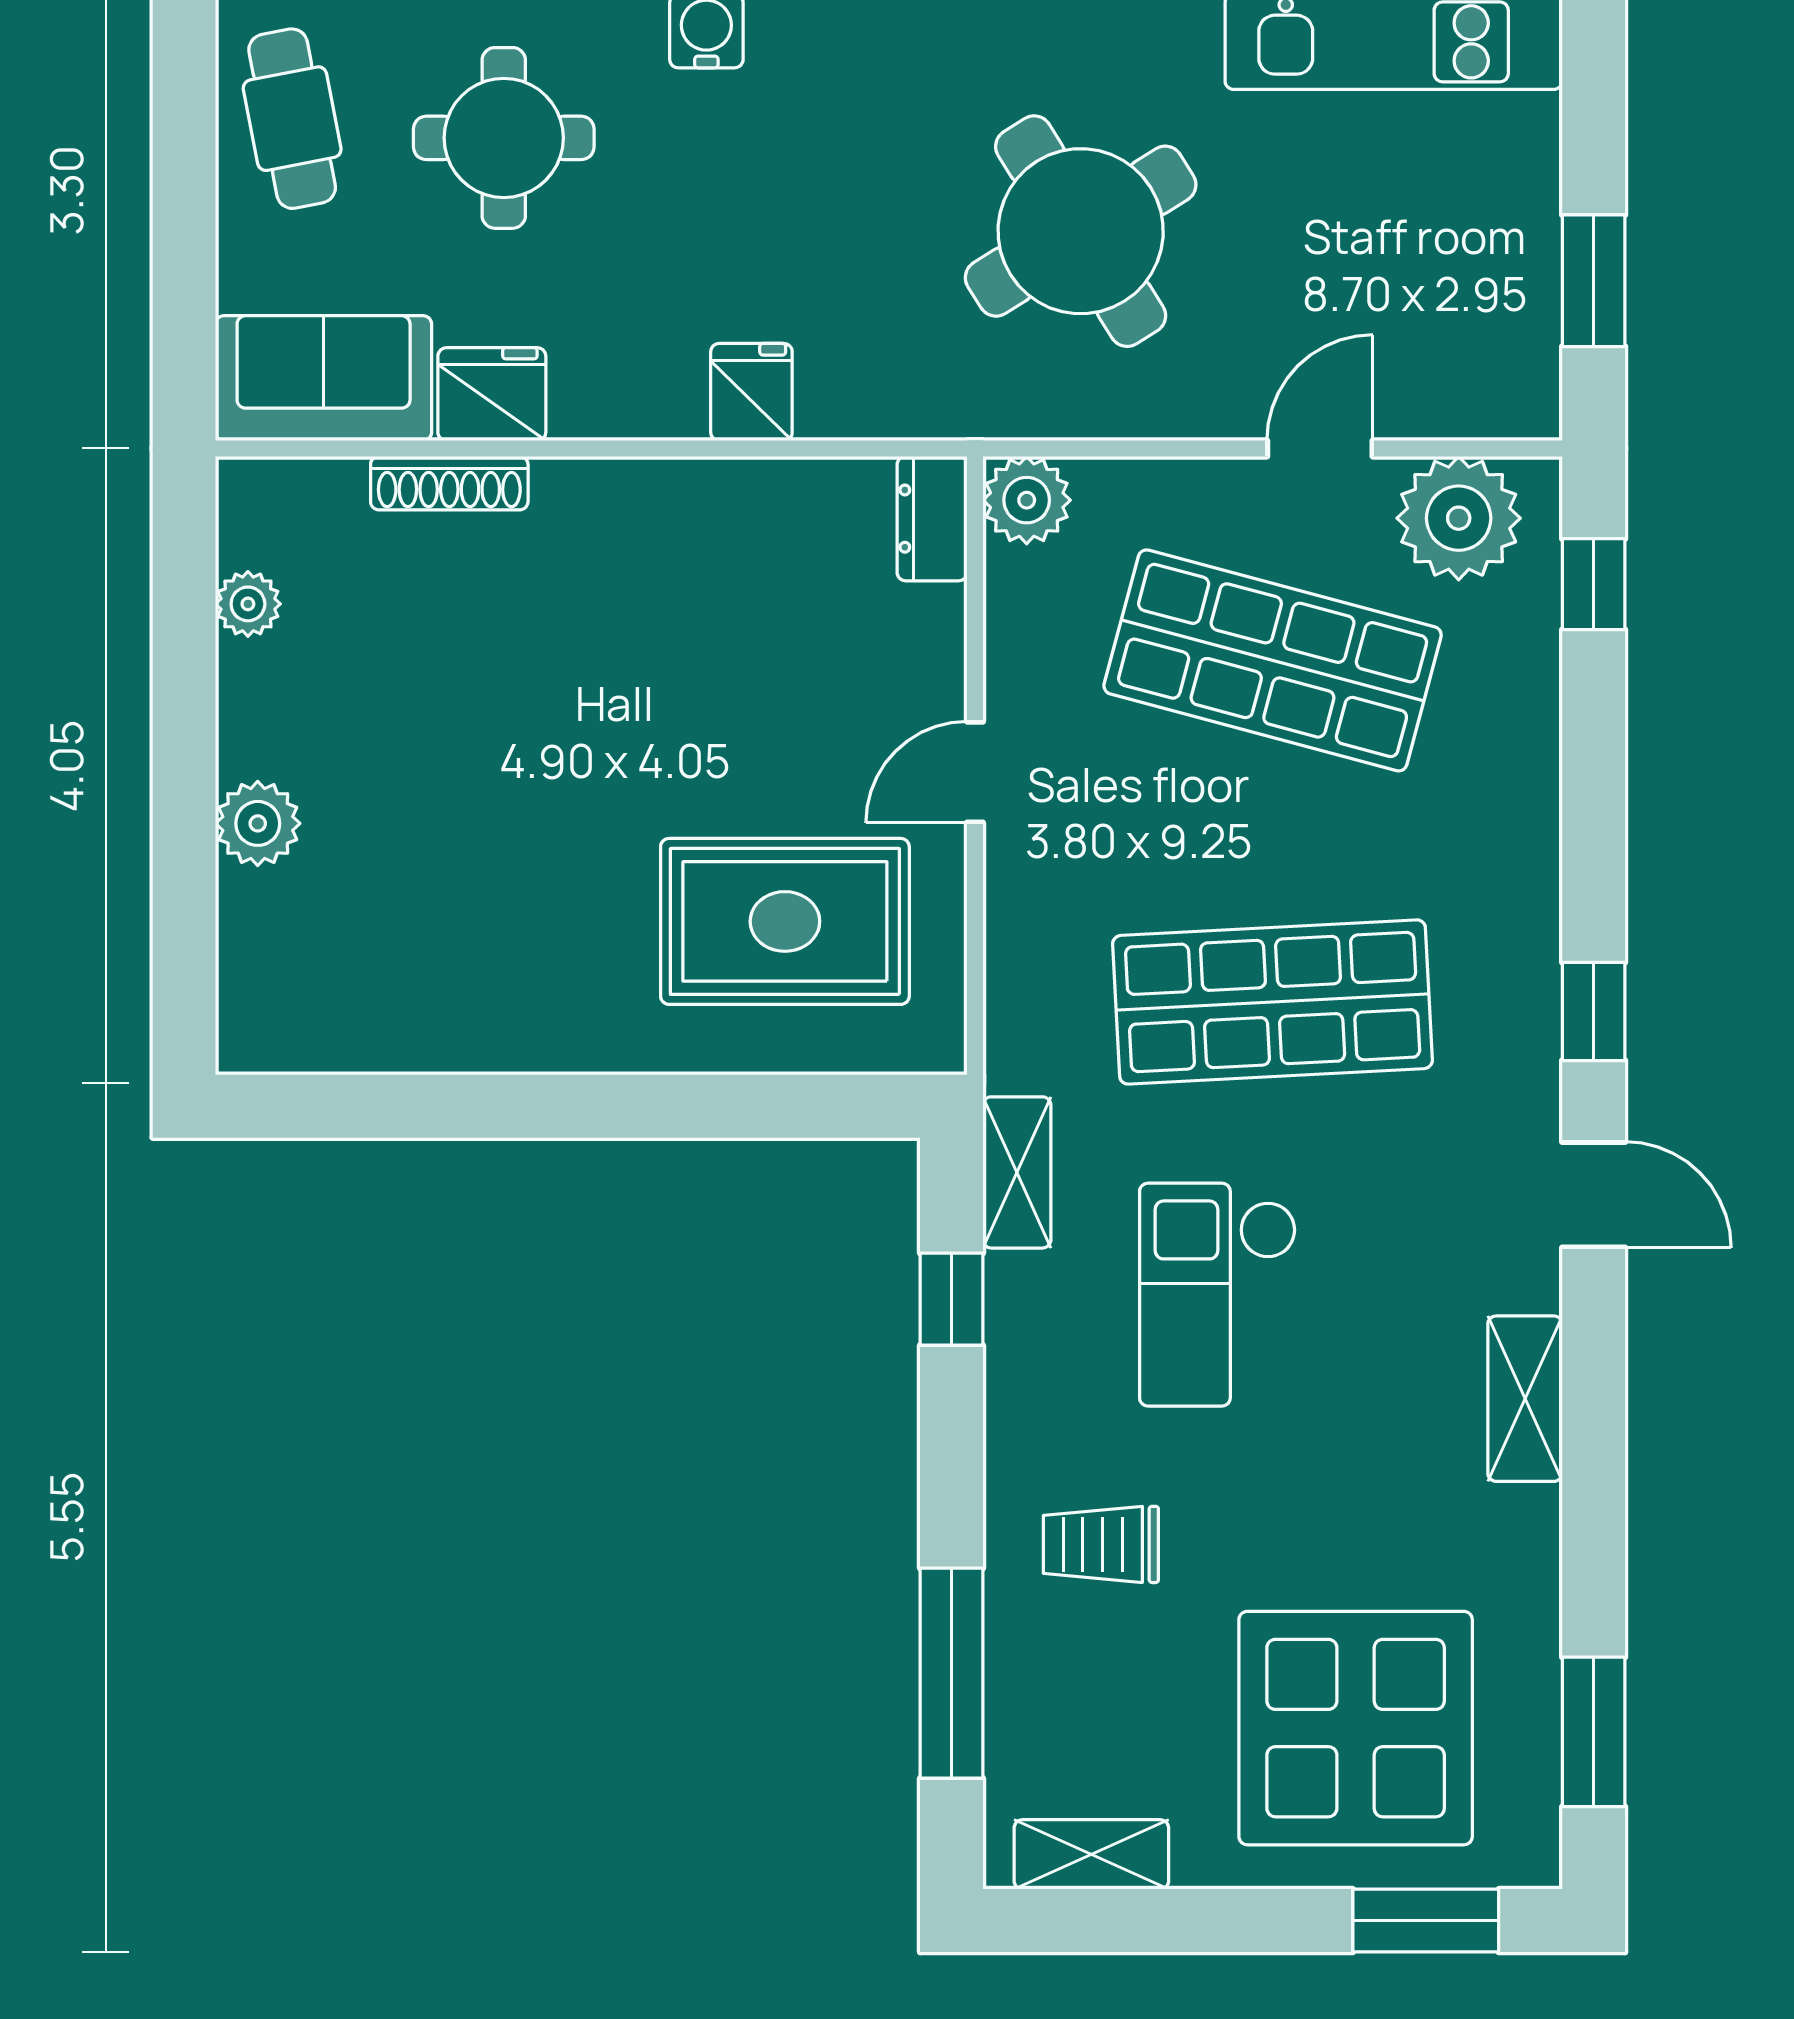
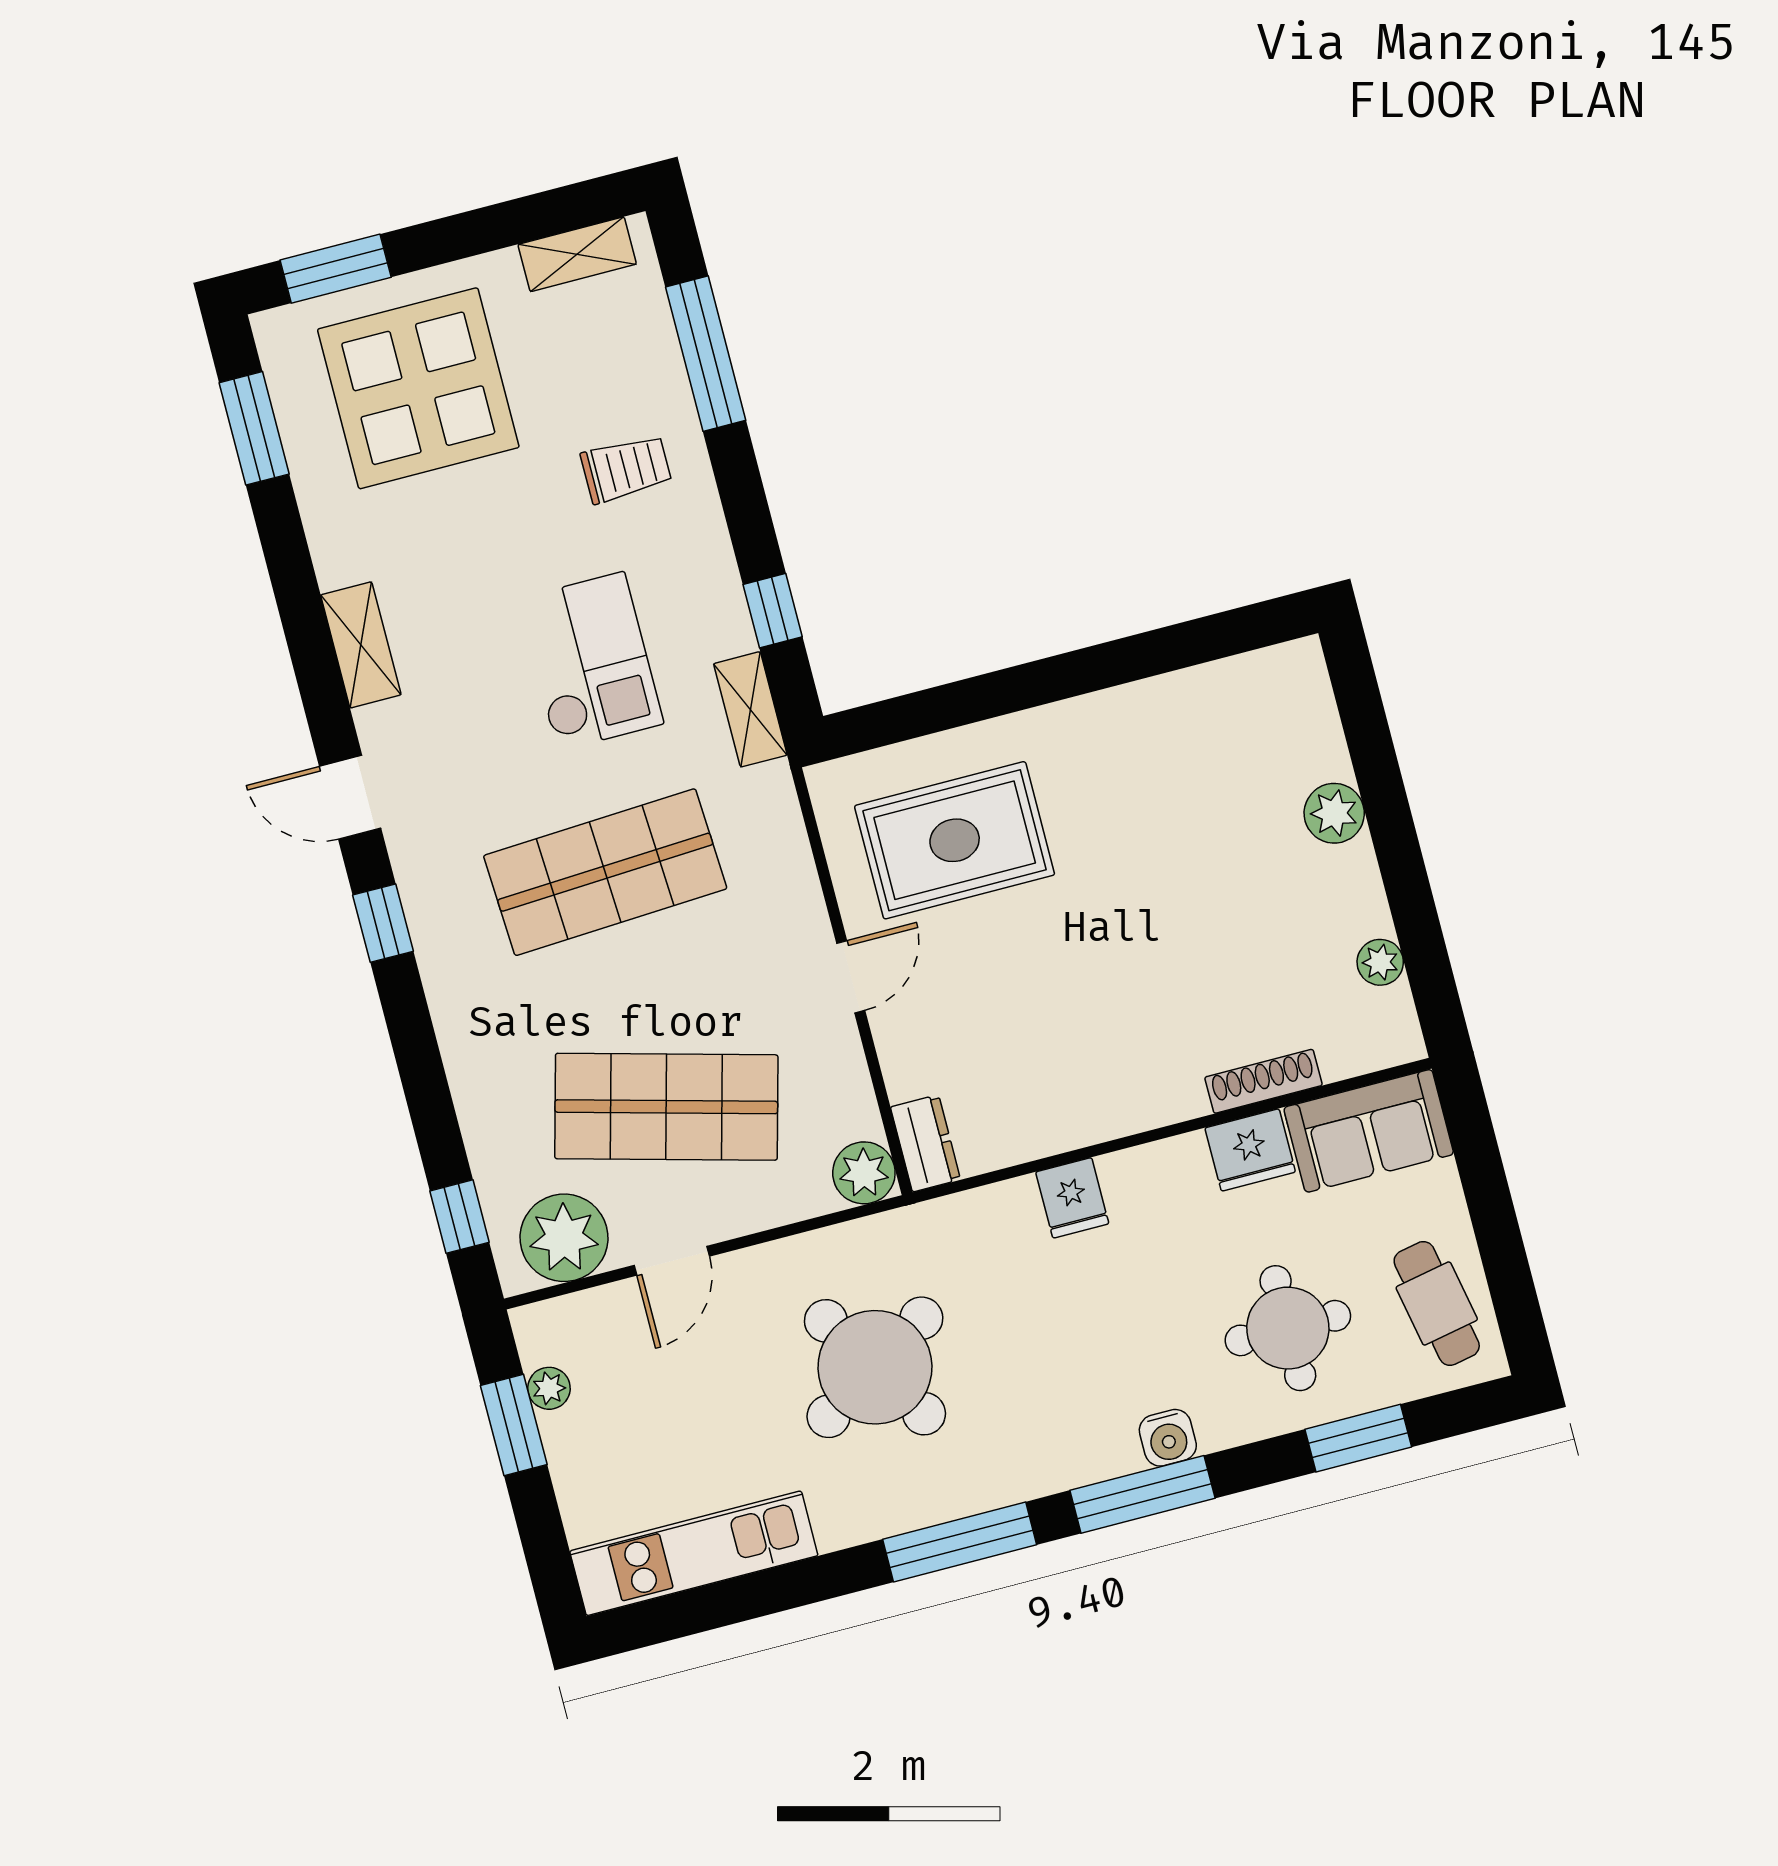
plant: (1533, 318) -> (549, 1388), added

